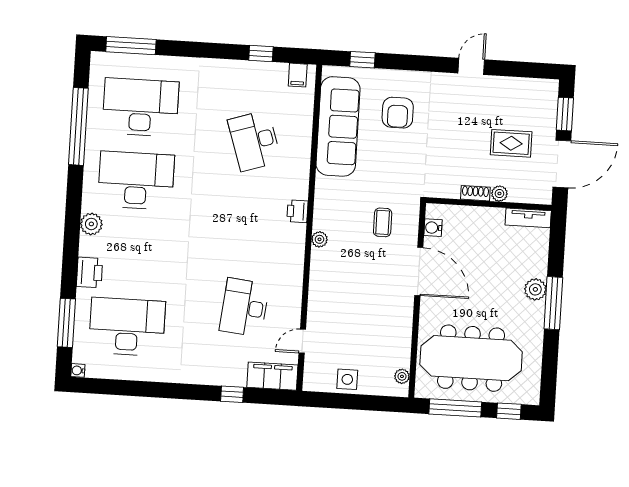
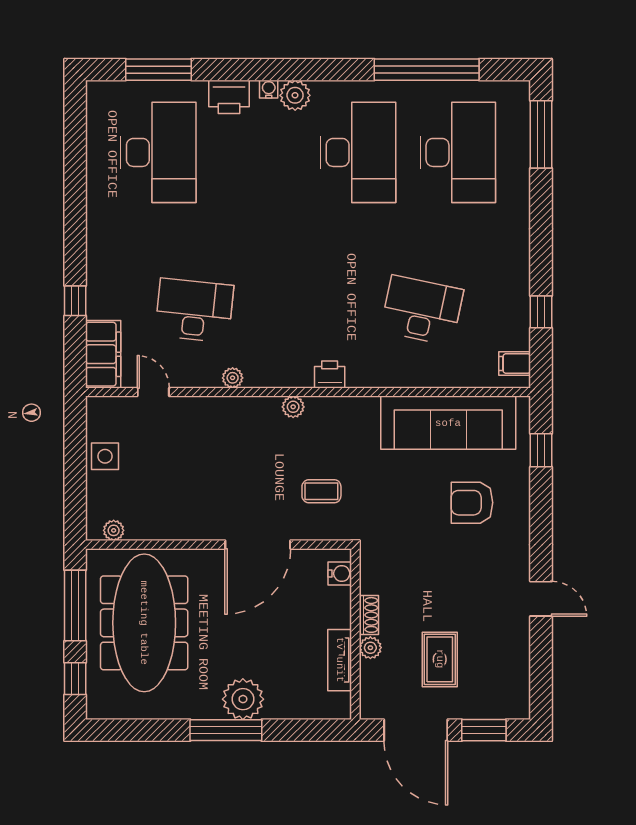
desk: (255, 141) -> (422, 310), turned 30
tv unit: (528, 218) -> (340, 660), moved
water cooler: (433, 228) -> (340, 574), moved, turned 90
plant: (296, 282) -> (233, 378), added
plant: (535, 289) -> (243, 699), width x1.36, depth x1.36
water cooler: (78, 370) -> (269, 89), moved

